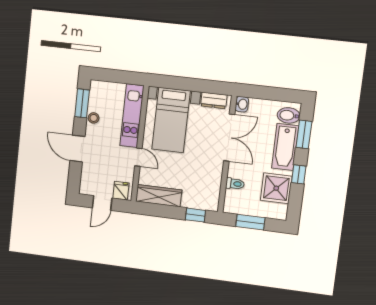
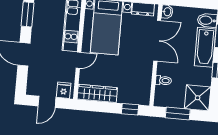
stool: (94, 118) -> (38, 27), removed
door: (138, 157) -> (79, 60), hinge flipped
shower: (276, 188) -> (198, 98), moved

